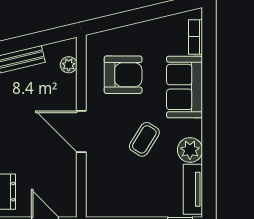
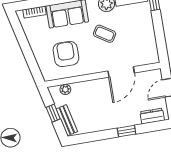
window: (35, 40) -> (53, 113), added
door: (81, 131) -> (121, 72), moved

